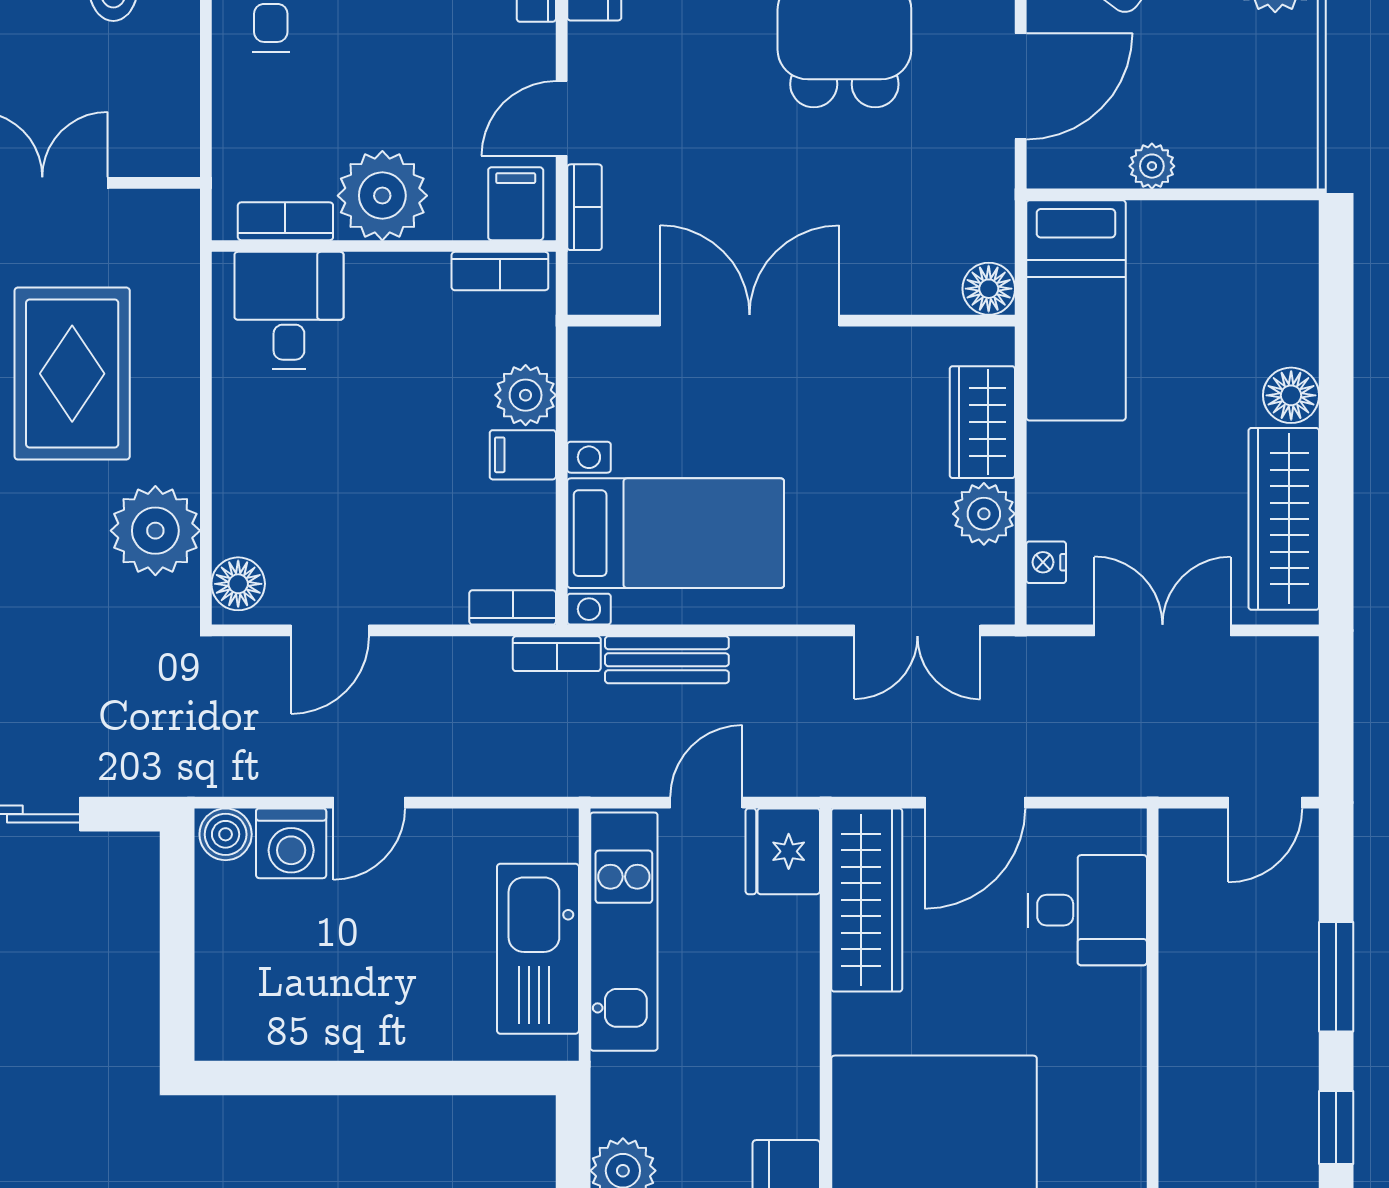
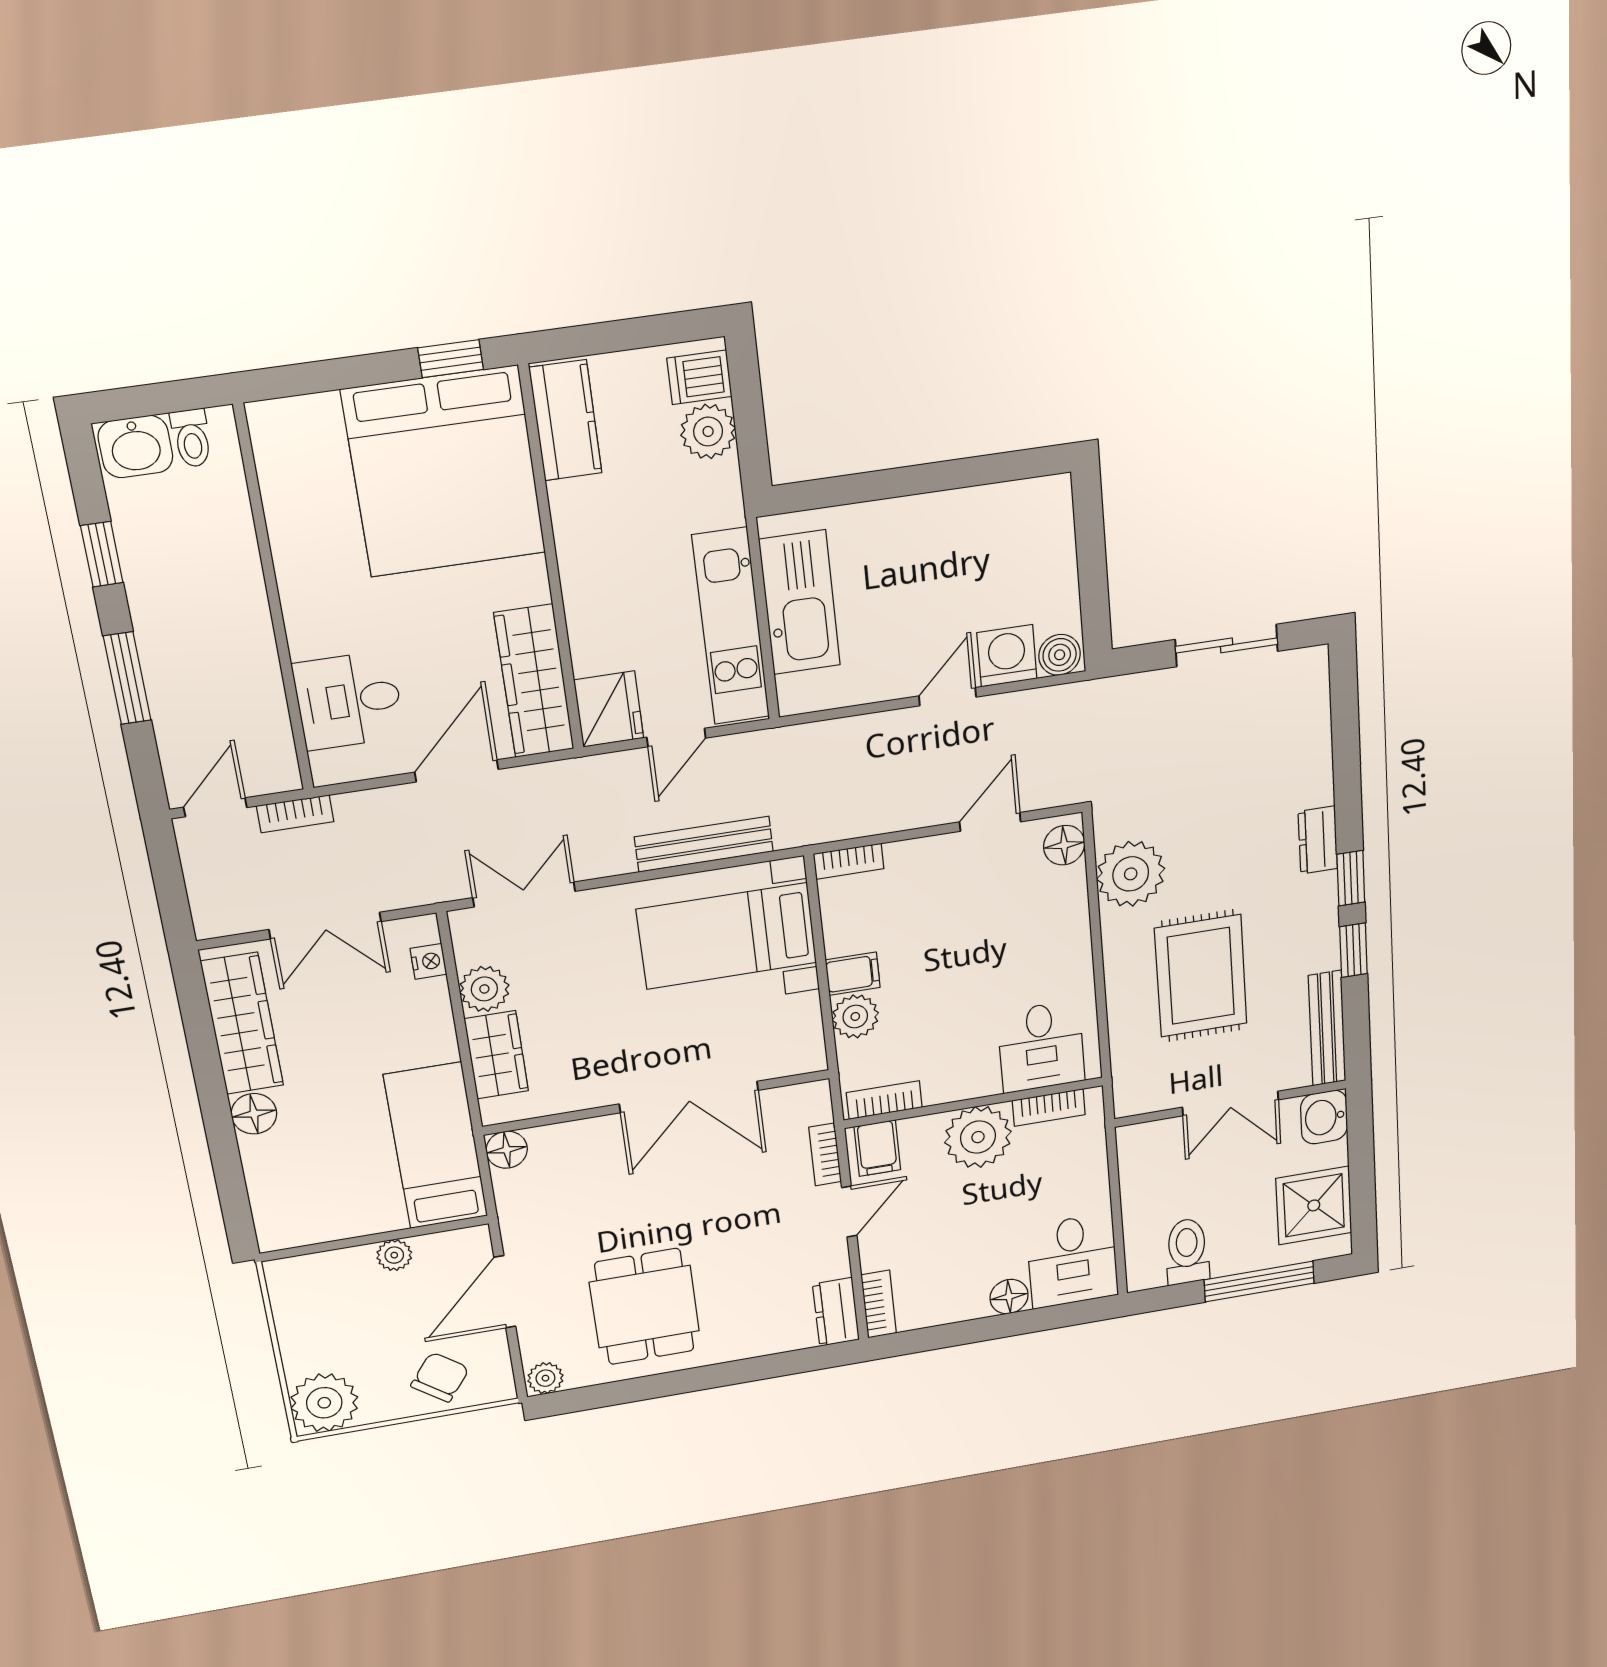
bookcase: (557, 654) -> (295, 814), moved, turned 180
bench: (667, 660) -> (704, 844), width x1.36

